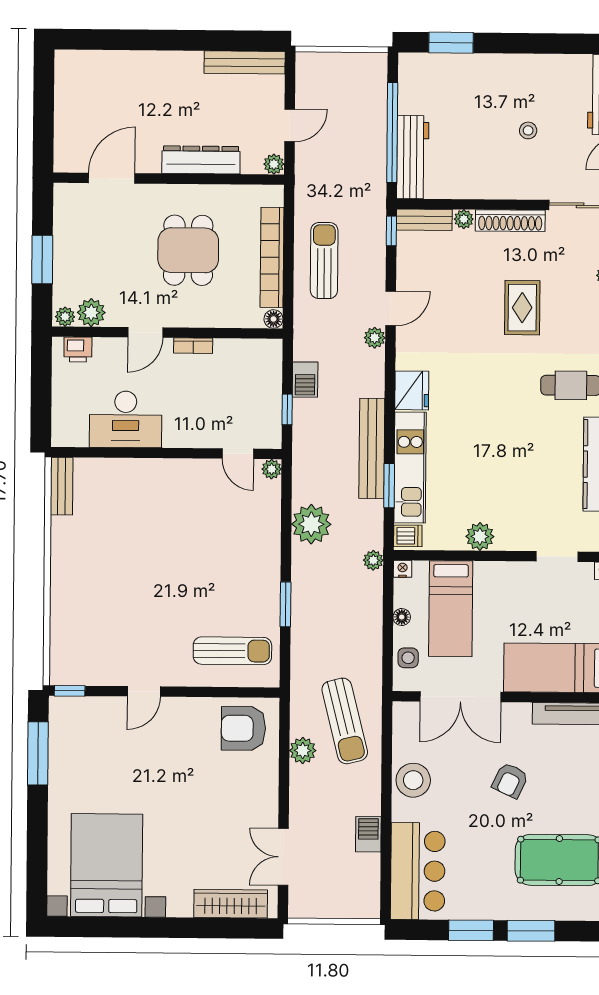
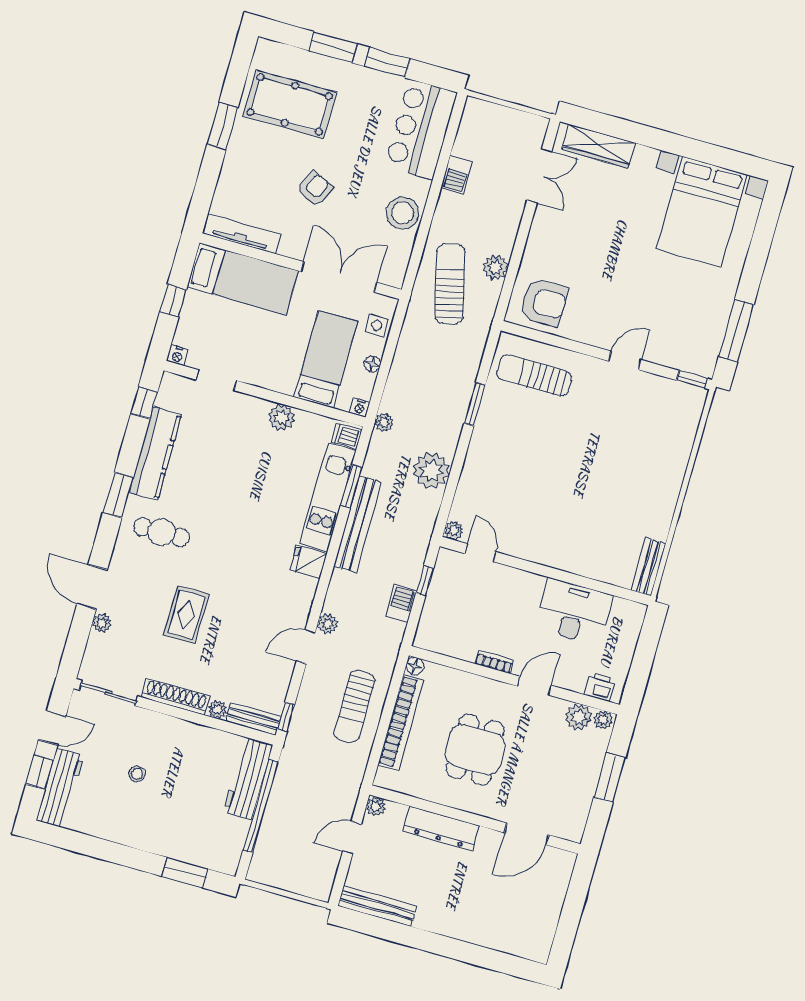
fridge: (412, 390) -> (308, 562), width x0.72

